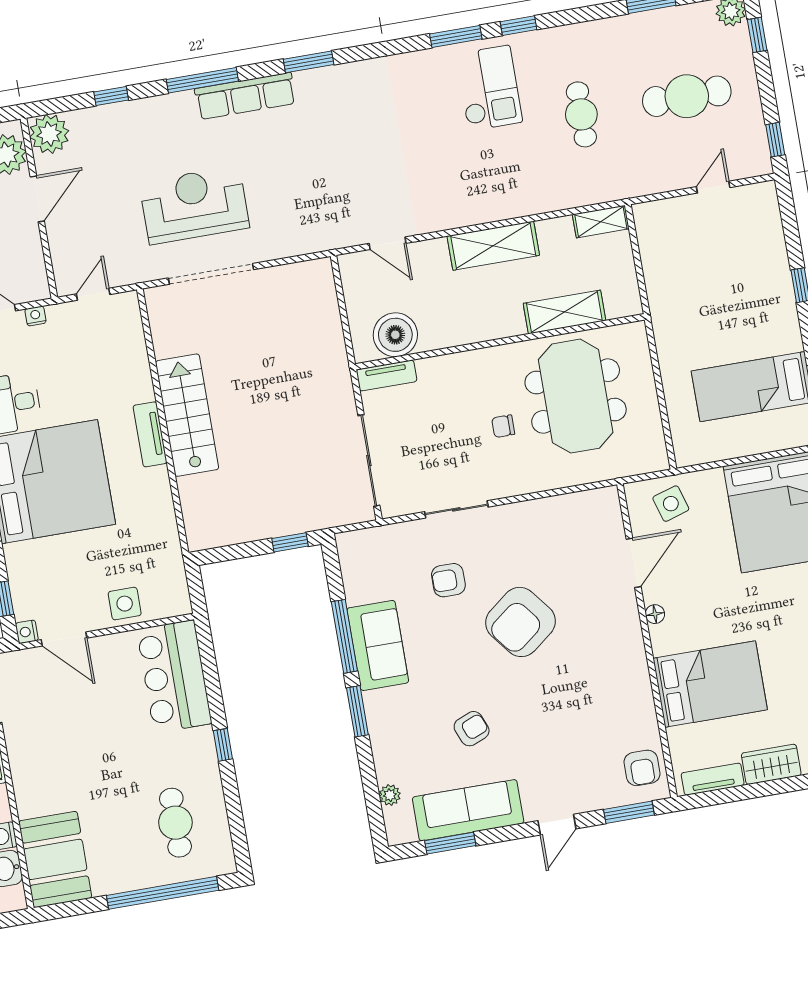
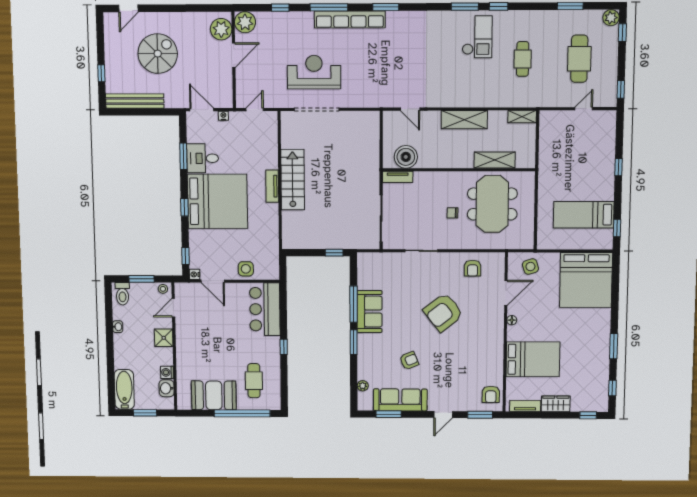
row of seats: (245, 96) -> (350, 19), width x1.36
cafe table: (687, 96) -> (579, 59), turned 90
armchair: (448, 580) -> (473, 268), moved, turned -90
booth: (55, 859) -> (214, 395), moved, turned 90

